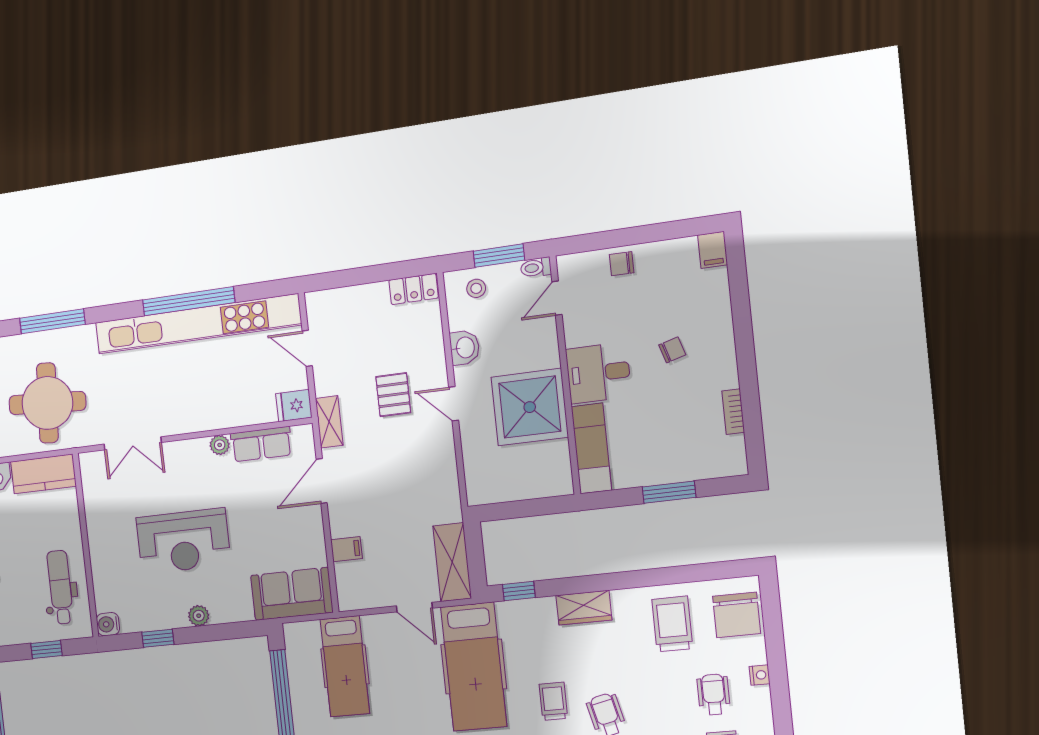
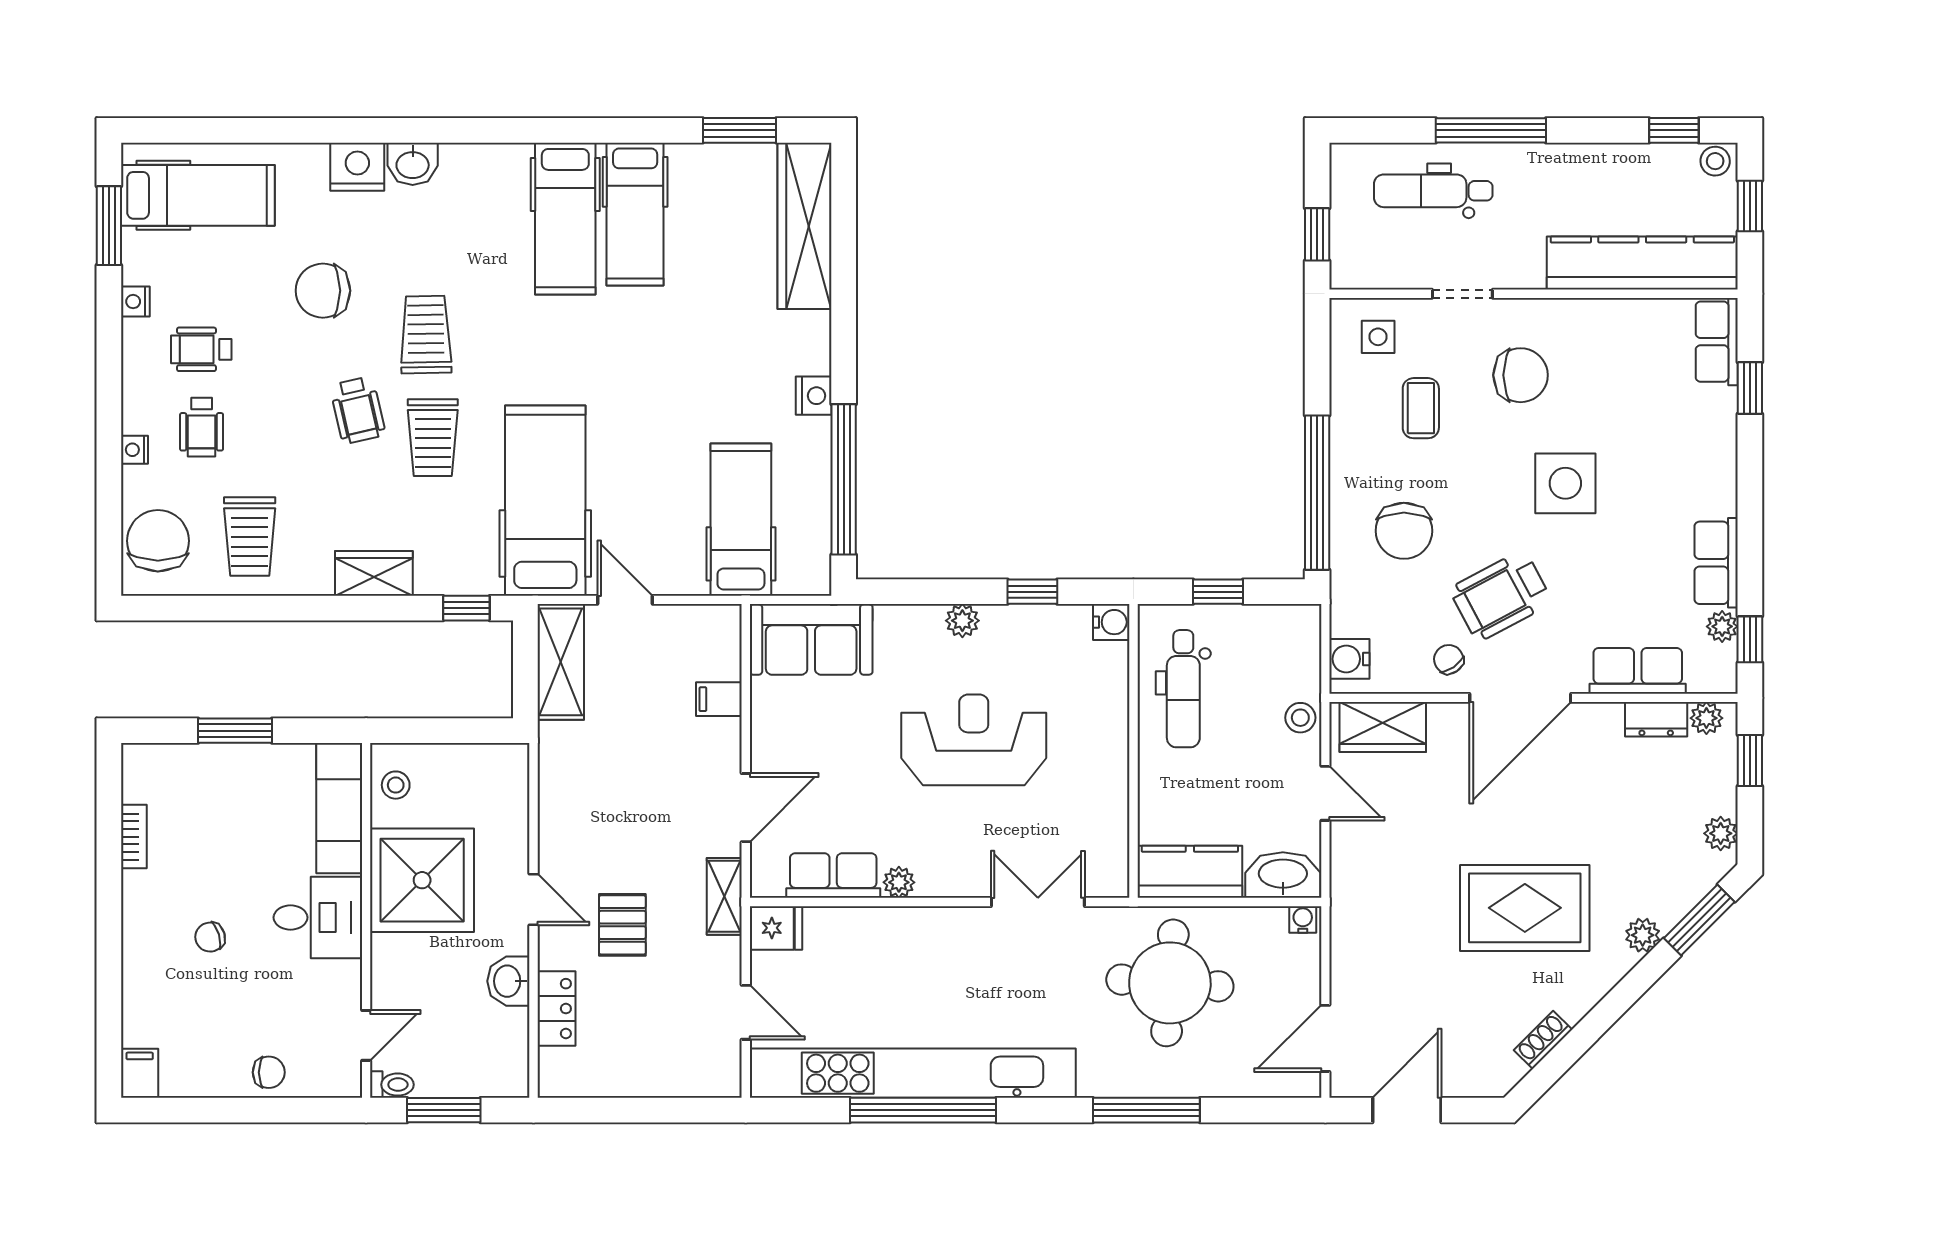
stool: (476, 288) -> (396, 785), moved
locker: (414, 289) -> (556, 1009), moved, turned 90
trolley: (553, 701) -> (433, 438), width x1.36, depth x1.39

